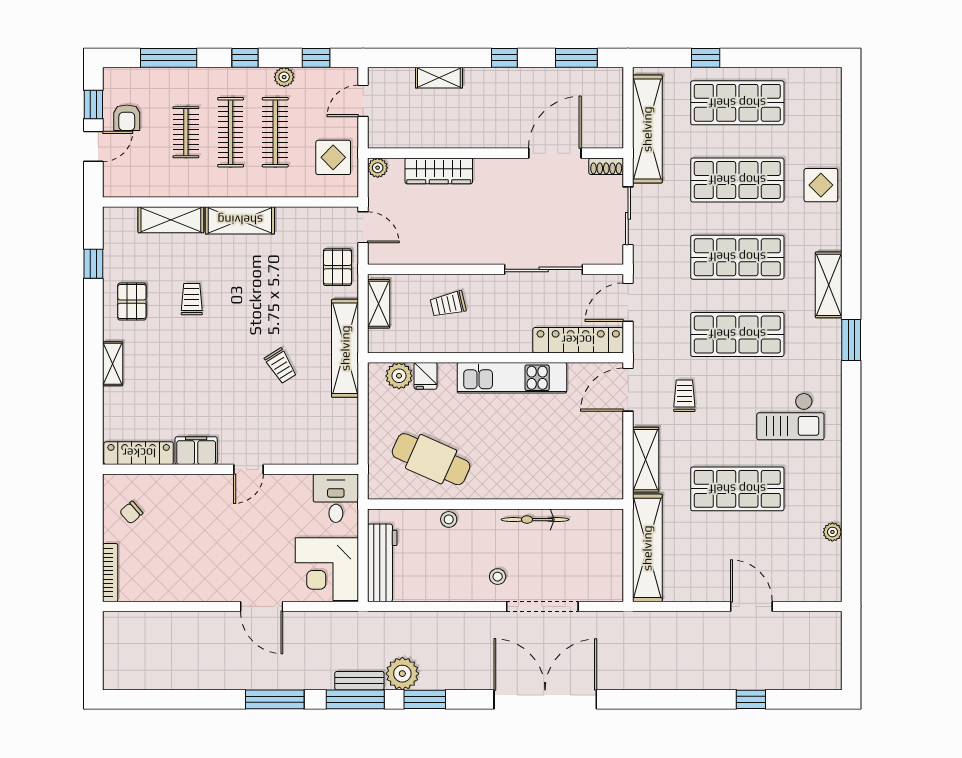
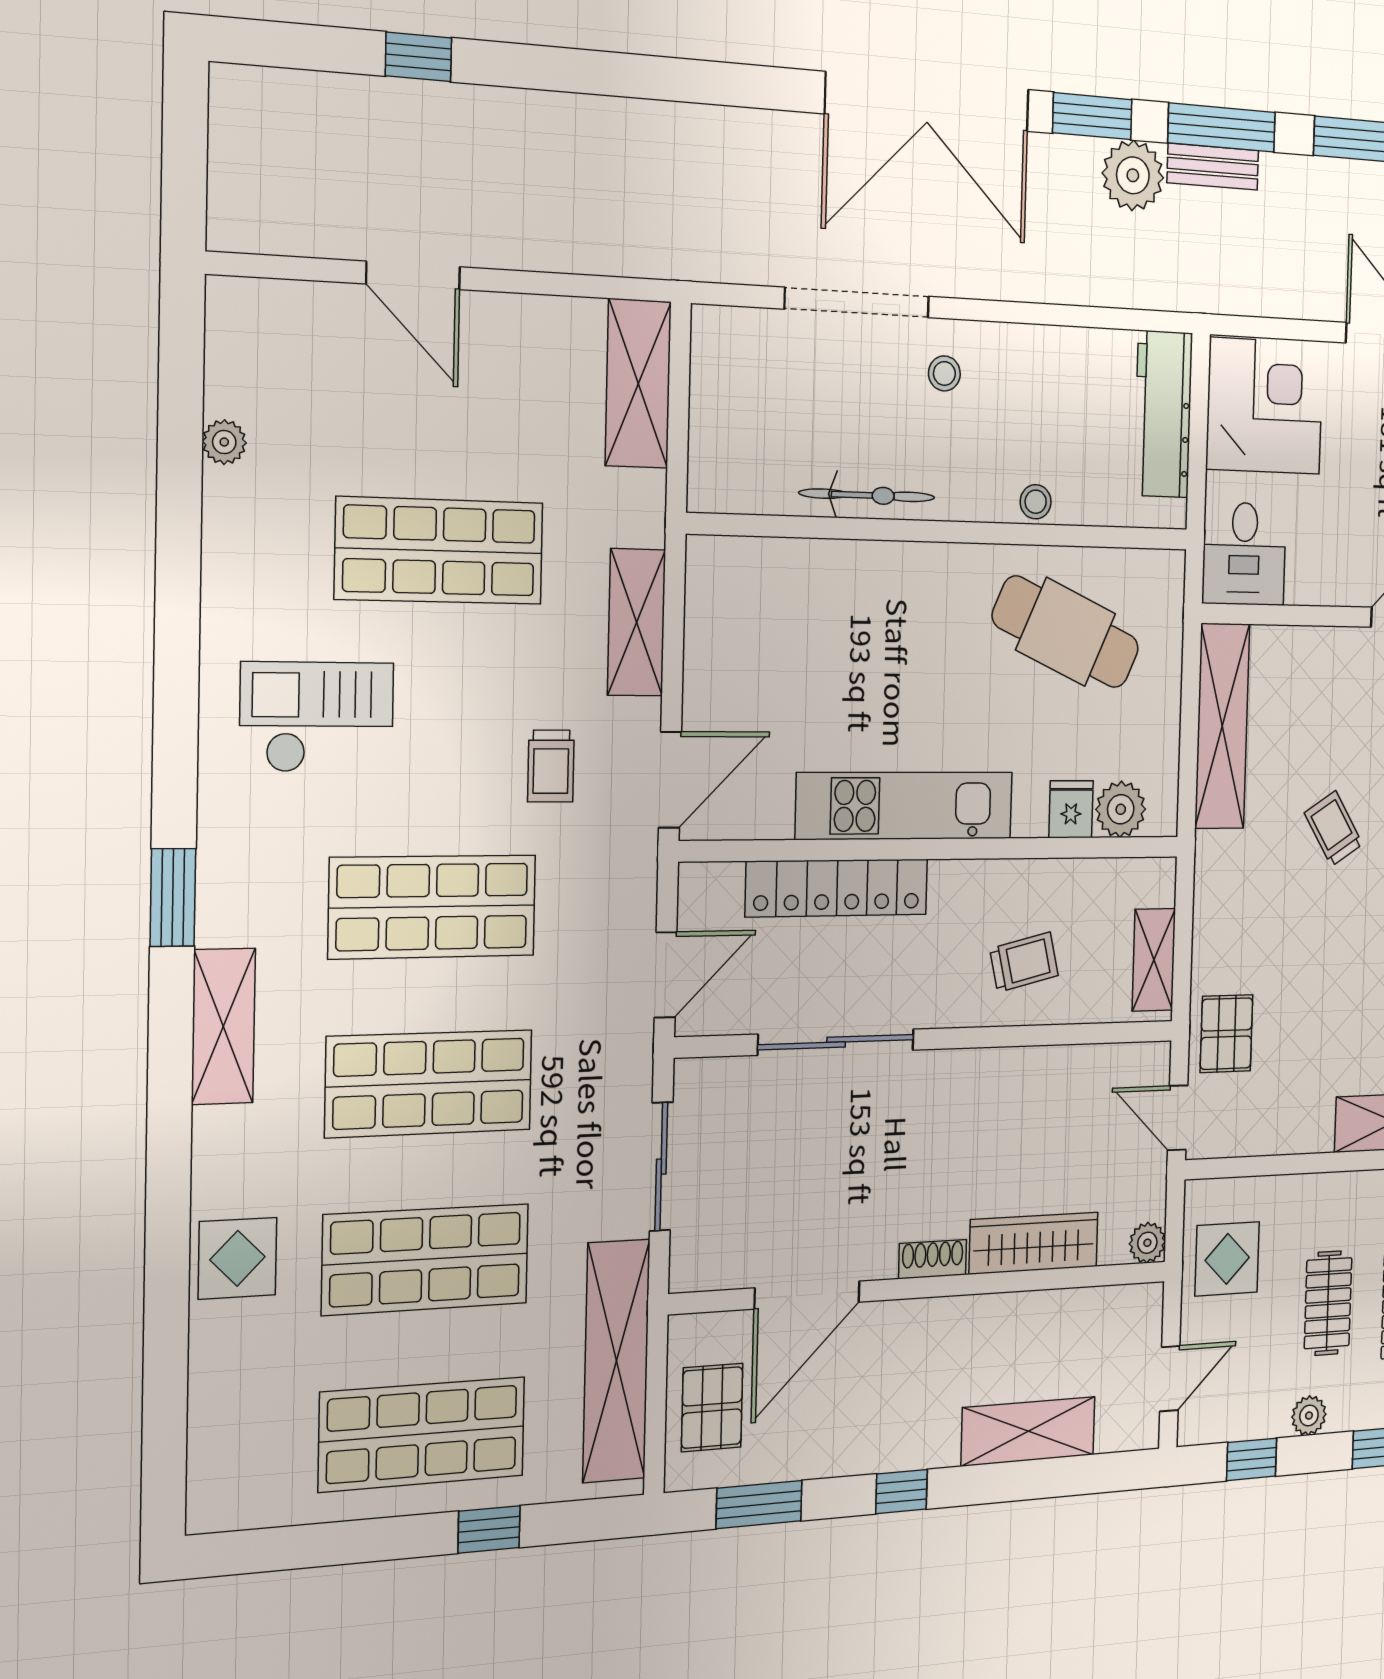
shelving: (439, 78) -> (1028, 1431), width x1.50, depth x1.33
pallet: (601, 104) -> (712, 1408), added
clothes rail: (275, 132) -> (1328, 1303), width x0.73
shoe rack: (606, 166) -> (933, 1259), moved
locker: (578, 340) -> (837, 888), moved
shelving: (345, 348) -> (1222, 726), moved
shelving: (647, 548) -> (638, 384), width x0.68
double door: (545, 699) -> (928, 102), moved

